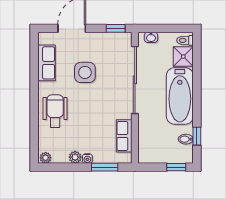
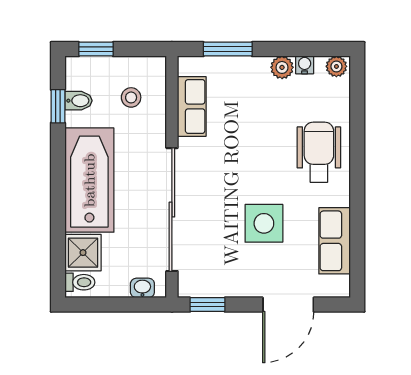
wheelchair: (55, 111) -> (319, 152), turned 180
stool: (157, 141) -> (131, 97), added
water cooler: (87, 159) -> (305, 65), moved

